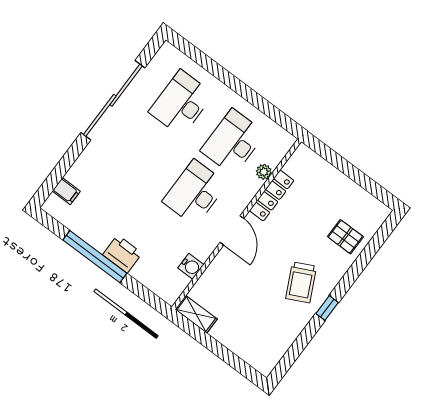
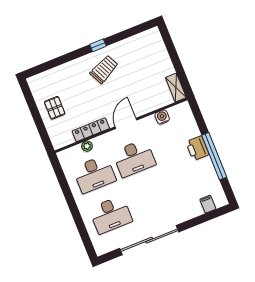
pallet: (345, 237) -> (55, 108), moved

